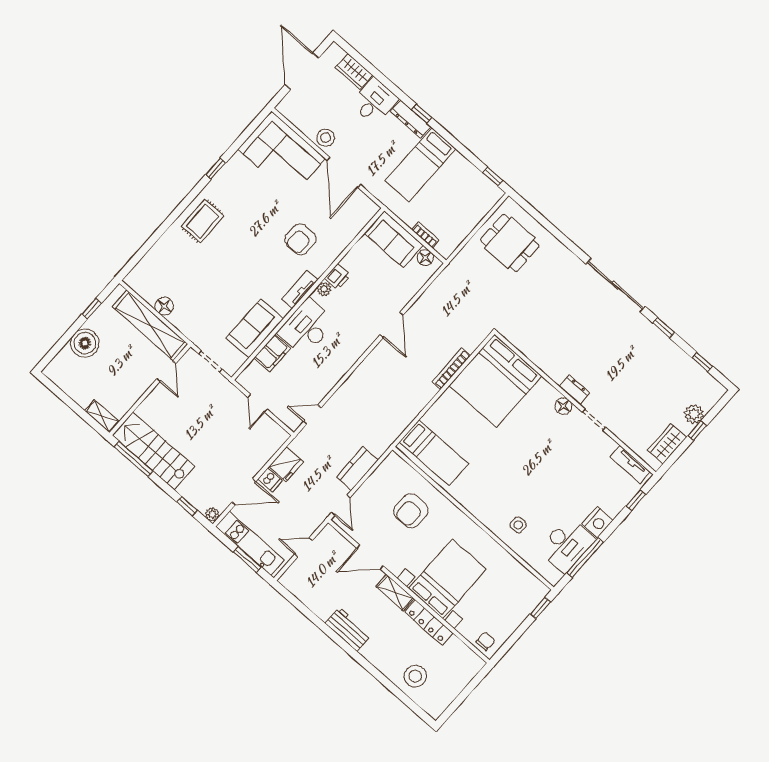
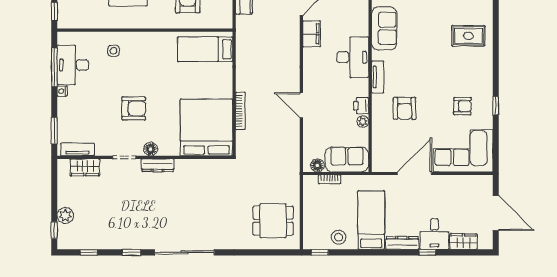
window: (422, 114) -> (427, 252), moved
stool: (326, 138) -> (339, 237), moved
door: (344, 172) -> (414, 173), hinge flipped
armchair: (246, 195) -> (462, 106), added
rug: (203, 221) -> (468, 36), moved, turned 90
armchair: (300, 239) -> (405, 108), turned 180
plant: (324, 289) -> (363, 122), moved
filing cabinet: (272, 353) -> (312, 34), moved, turned 180
dresser: (574, 390) -> (158, 165), width x1.44
window: (697, 431) -> (54, 230), moved
wardrobe: (667, 444) -> (85, 167), moved, turned 90
armchair: (546, 456) -> (134, 108), added
window: (636, 500) -> (54, 131), width x1.50
nightstand: (597, 522) -> (62, 91), width x0.53, depth x0.56

